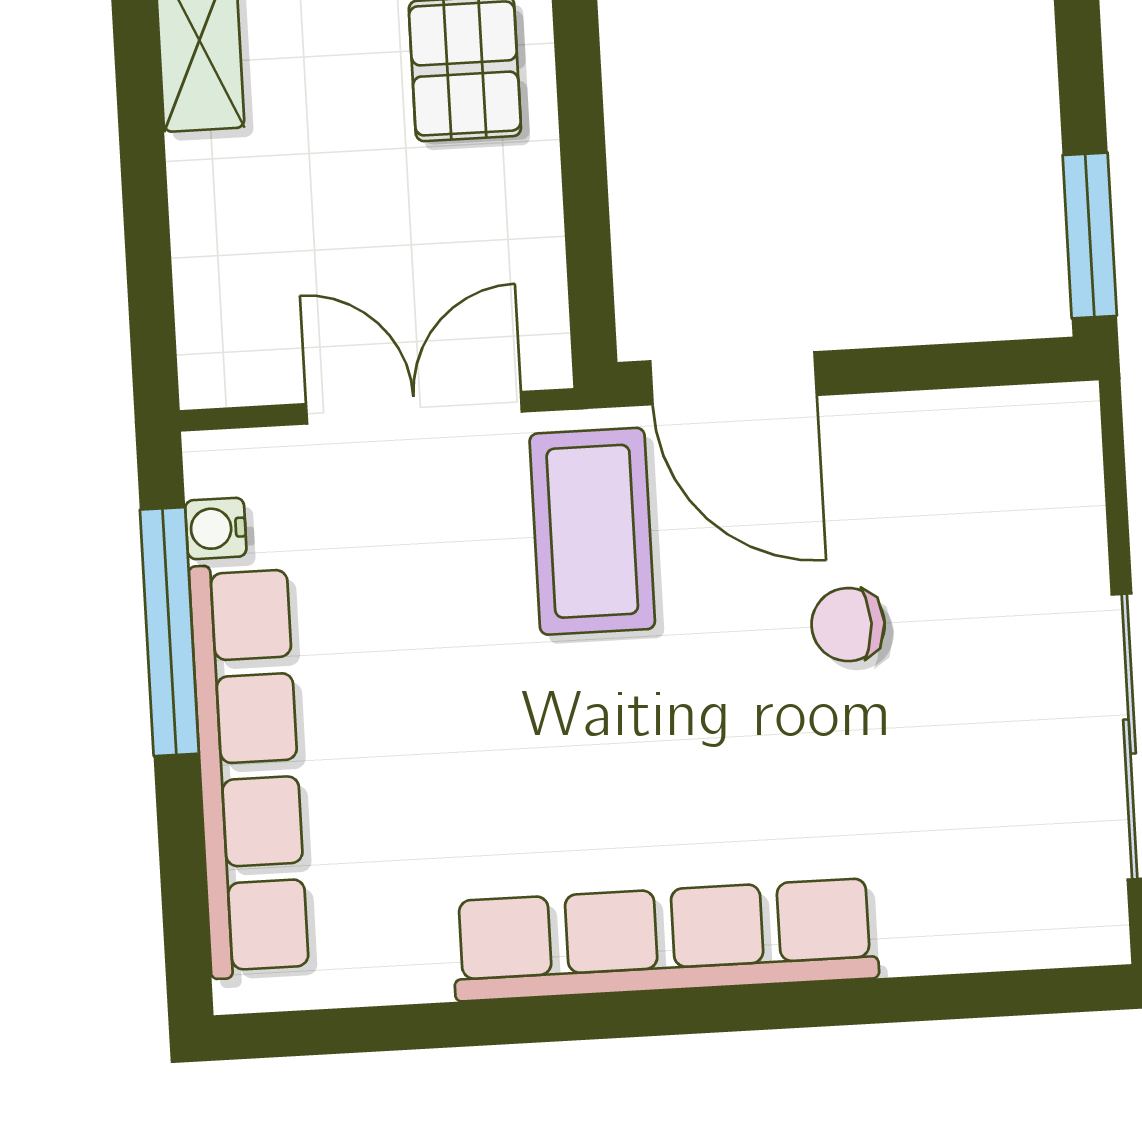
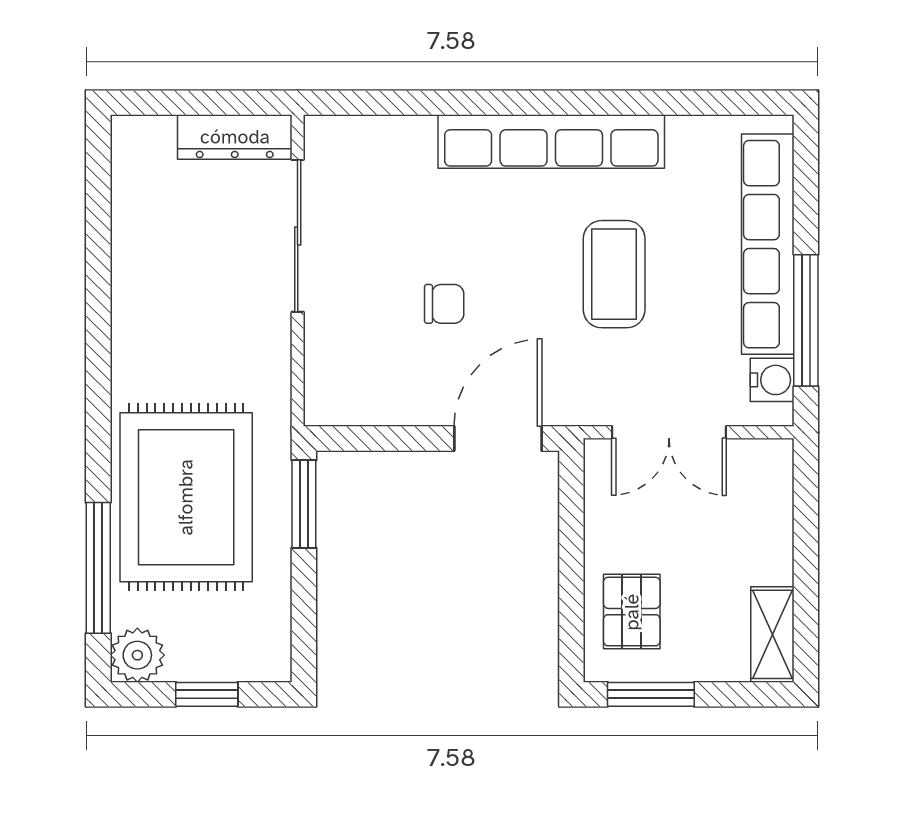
door: (733, 378) -> (498, 439), hinge flipped
water cooler: (216, 528) -> (772, 380), width x1.38, depth x1.38
coffee table: (592, 531) -> (614, 274), moved

